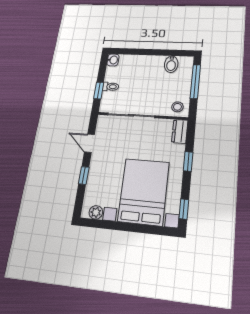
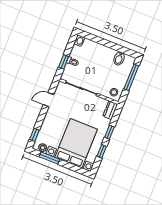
door: (89, 143) -> (48, 100), hinge flipped
window: (84, 176) -> (34, 135), moved
window: (184, 209) -> (102, 151), moved
window: (109, 225) -> (49, 158), added

